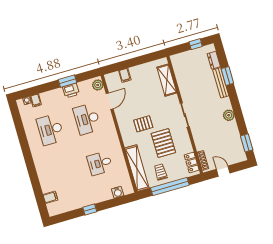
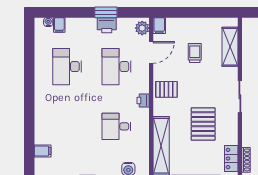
filing cabinet: (125, 75) -> (159, 26), moved
pallet: (143, 124) -> (166, 89), moved
printer: (114, 138) -> (143, 100), added
trolley: (161, 172) -> (195, 53), moved

